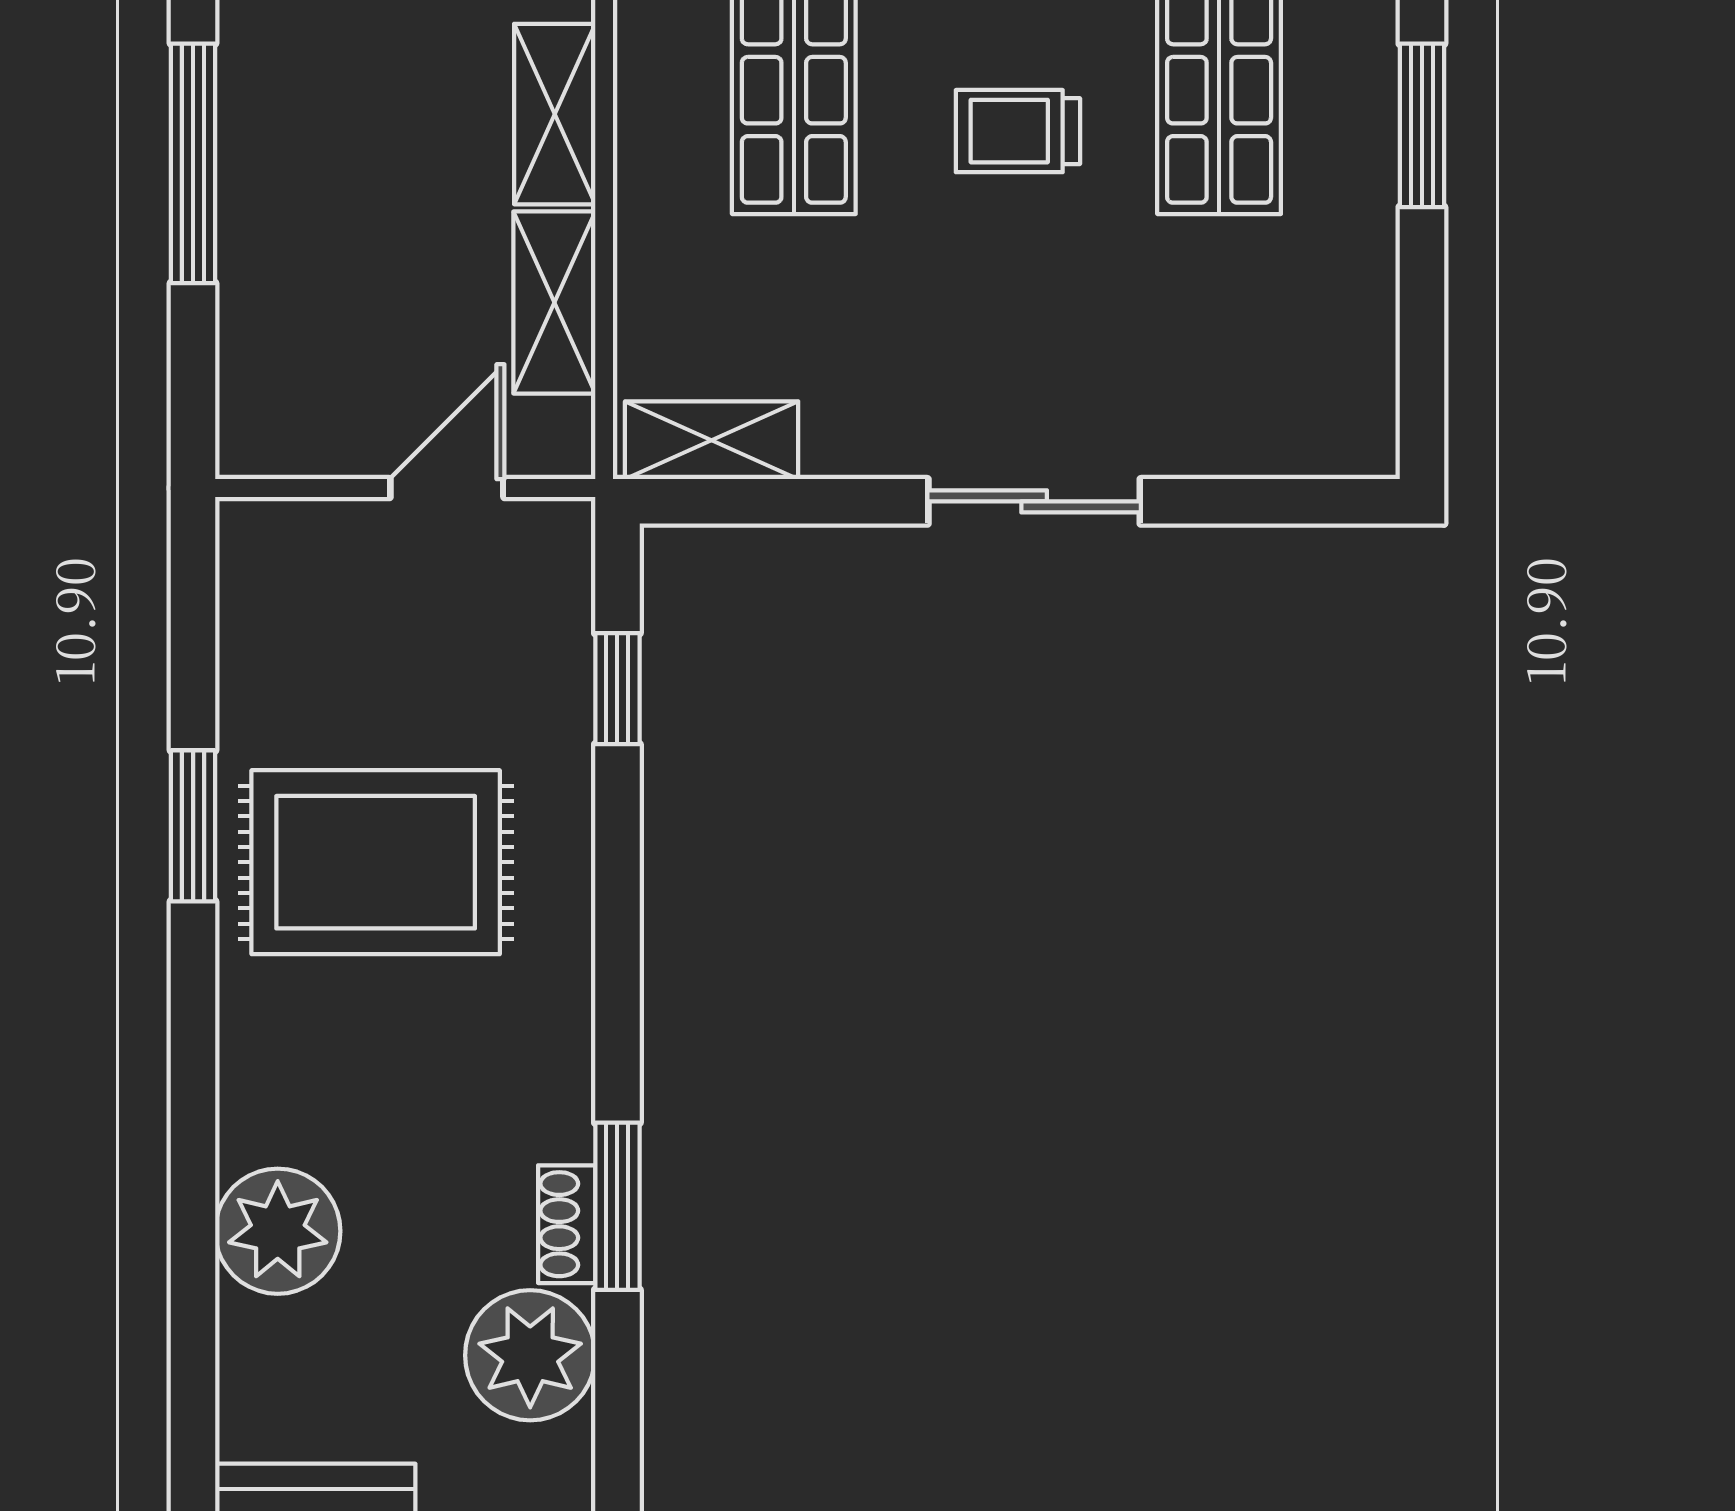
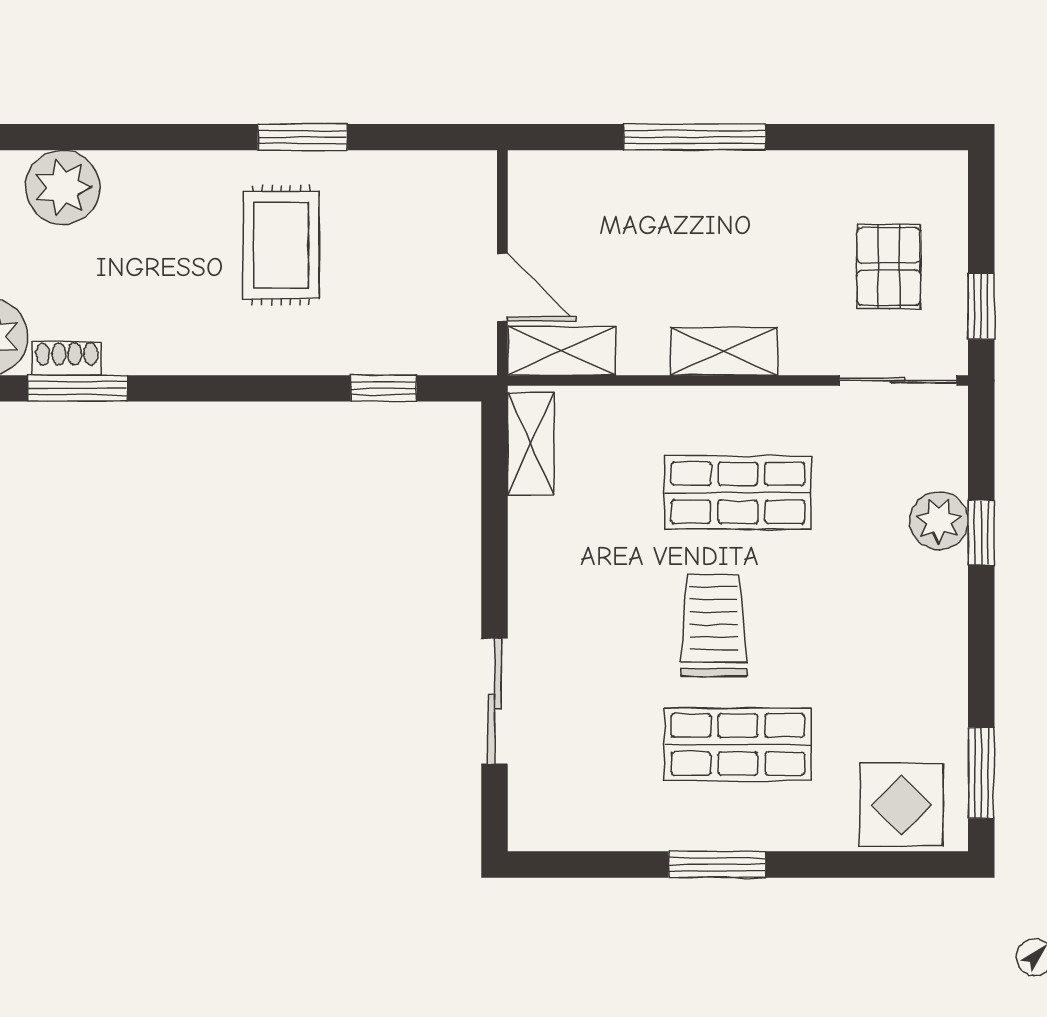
trolley: (1018, 131) -> (714, 625), width x1.36, depth x1.39
shelving: (554, 302) -> (562, 351), moved
sliding door: (1034, 501) -> (495, 701), moved
rug: (376, 862) -> (281, 245), width x0.73, depth x0.70

